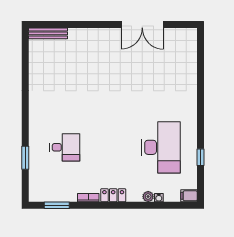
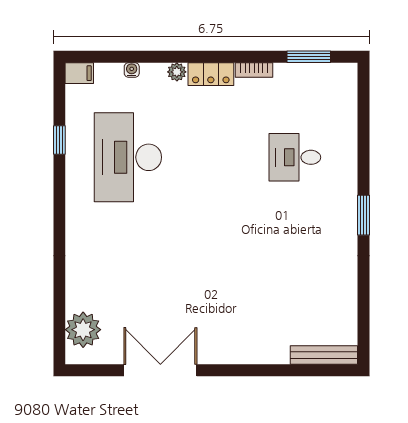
plant: (187, 48) -> (83, 330), added
window: (25, 158) -> (363, 215), moved
plant: (148, 197) -> (177, 72), moved

